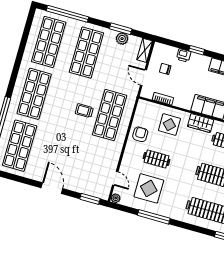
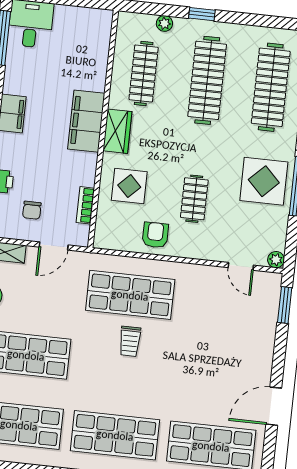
armchair: (140, 134) -> (155, 235), turned 90
door: (115, 178) -> (241, 266), swing flipped
door: (52, 188) -> (274, 406), moved
display table: (149, 188) -> (264, 181), moved

